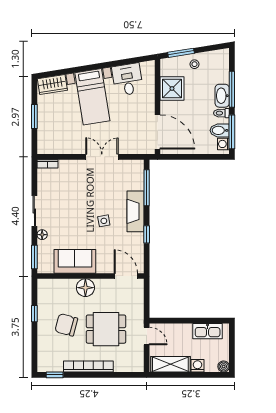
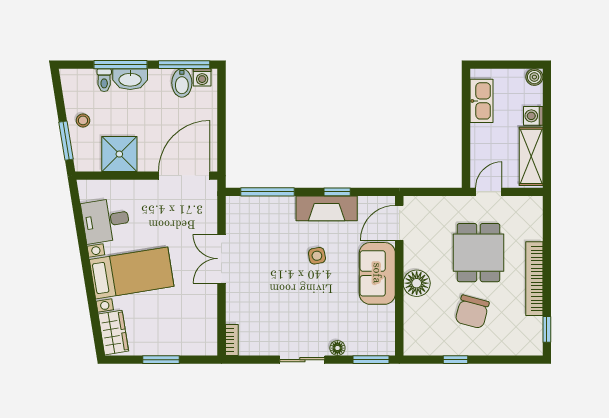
toilet: (221, 113) -> (104, 80), moved
fireplace: (136, 211) -> (327, 208), moved
sofa: (75, 261) -> (377, 273), moved

